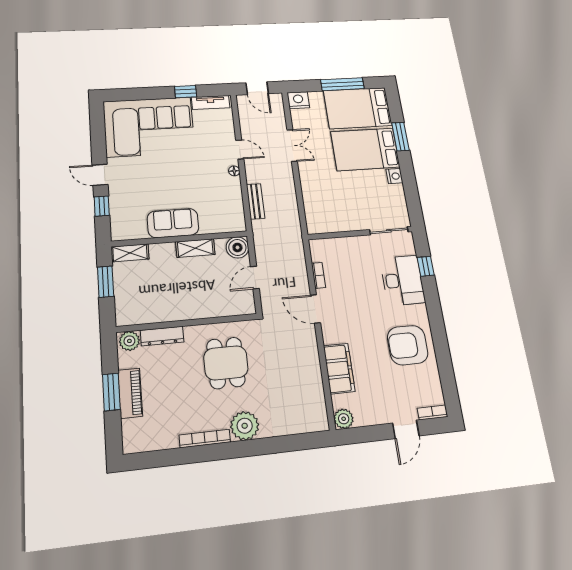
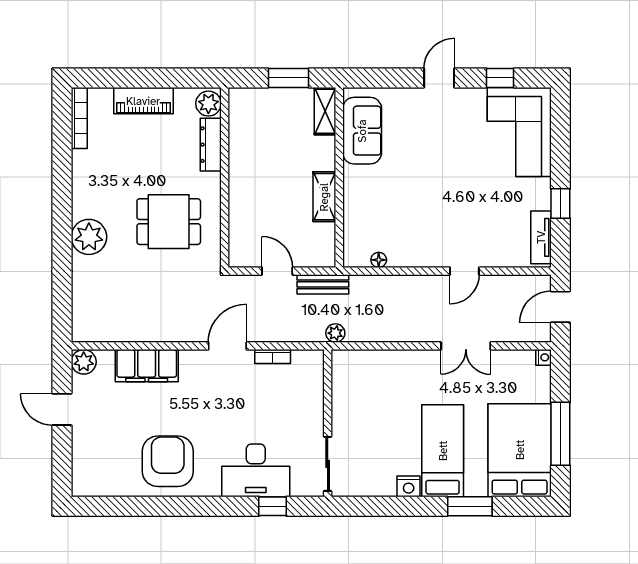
nightstand: (298, 100) -> (544, 357), width x0.53, depth x0.56
corner sofa: (149, 127) -> (519, 132), width x0.73, depth x0.74
bed: (365, 149) -> (443, 451), width x0.67
floor lamp: (234, 171) -> (379, 260), moved
bench: (256, 201) -> (323, 284), moved
window: (102, 206) -> (500, 78), moved
sofa: (173, 223) -> (362, 131), moved
plant: (295, 233) -> (335, 333), added
boiler: (237, 247) -> (321, 253), removed
window: (111, 392) -> (147, 78), removed
bookcase: (432, 412) -> (79, 478), removed
door: (406, 429) -> (62, 409), moved
bookcase: (205, 439) -> (79, 118), moved

